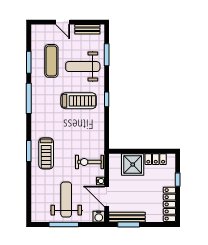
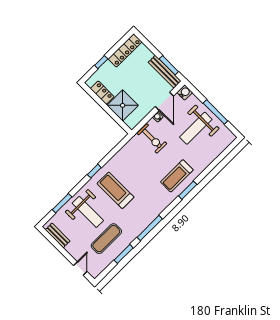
door: (63, 22) -> (80, 268), moved
treadmill: (46, 153) -> (177, 176), turned 180

